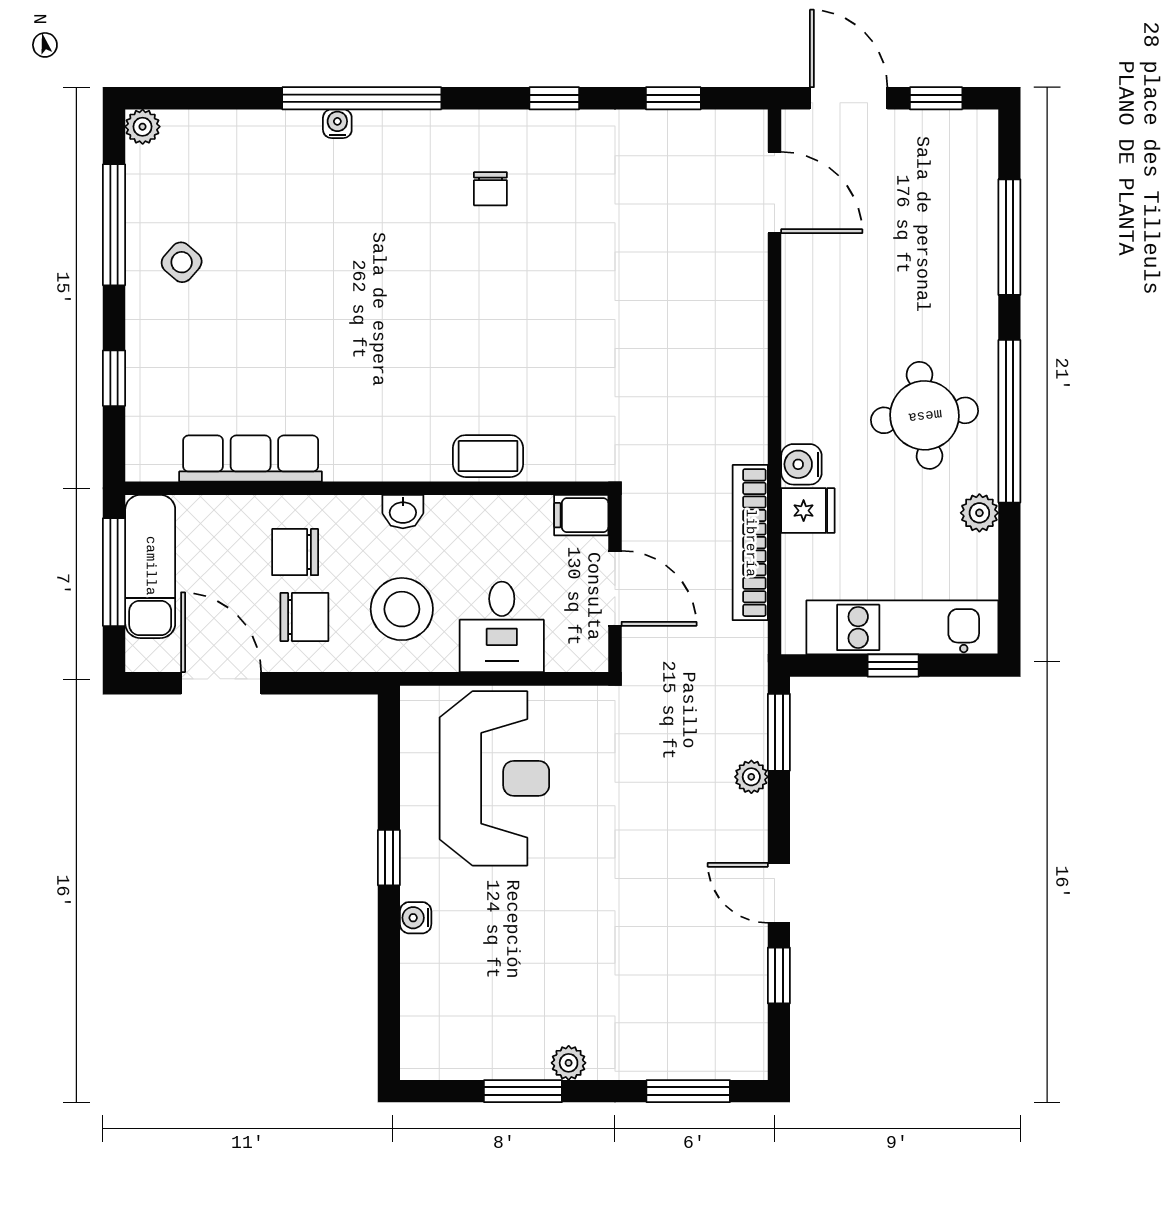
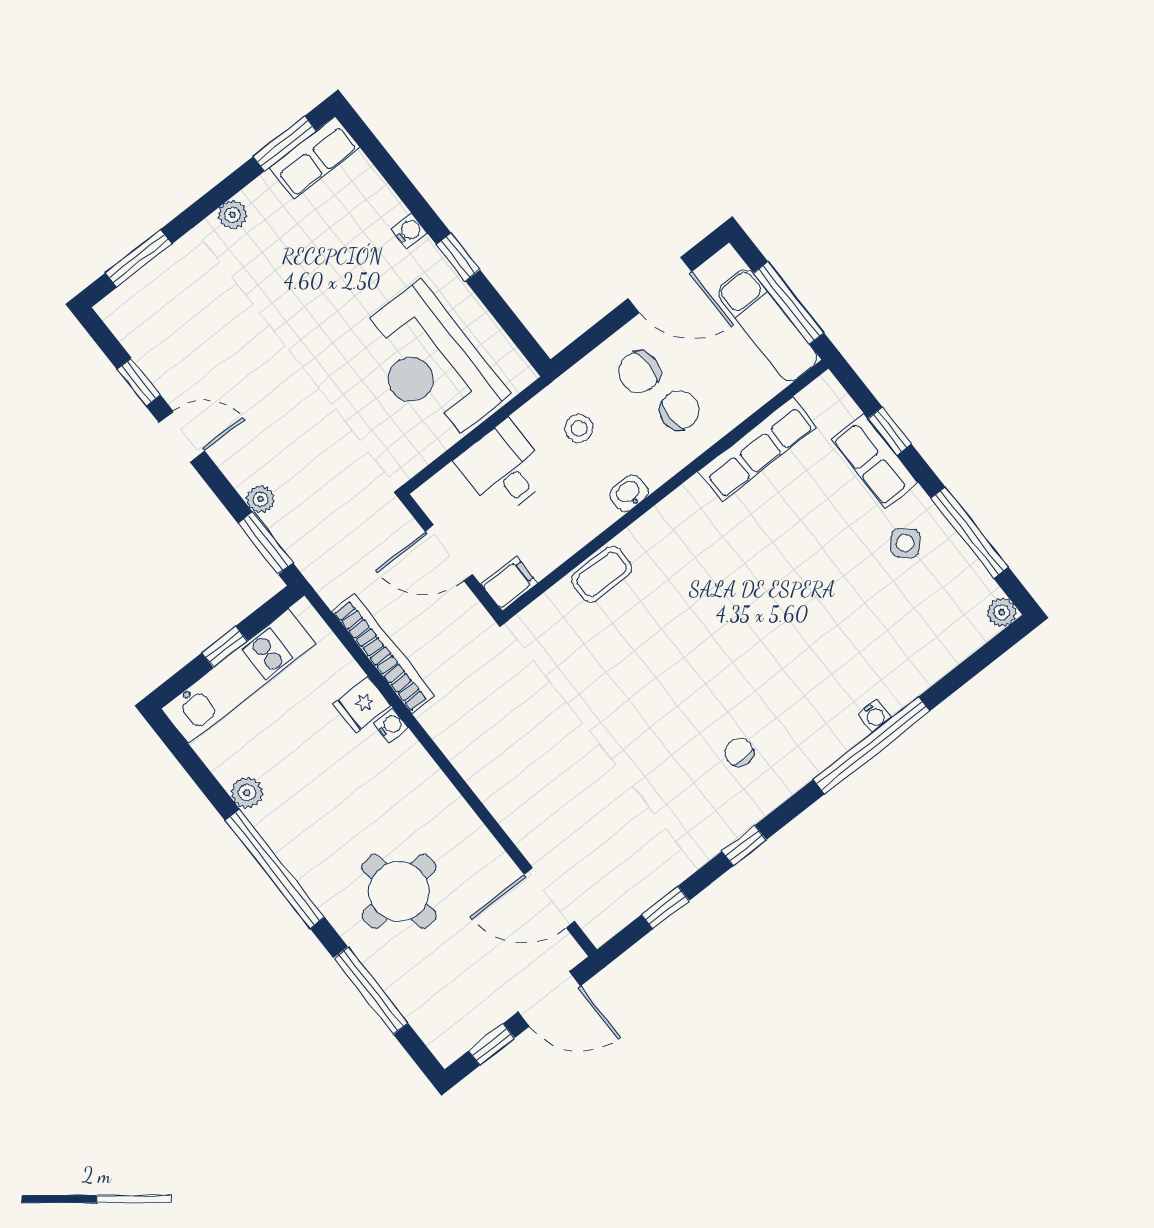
row of seats: (150, 362) -> (874, 461), added
round table: (925, 415) -> (399, 891), moved
water cooler: (801, 464) -> (391, 725), width x0.72, depth x0.72
stool: (402, 609) -> (579, 428), width x0.53, depth x0.53
row of seats: (450, 1056) -> (314, 158), added
window: (523, 1091) -> (285, 144), moved

